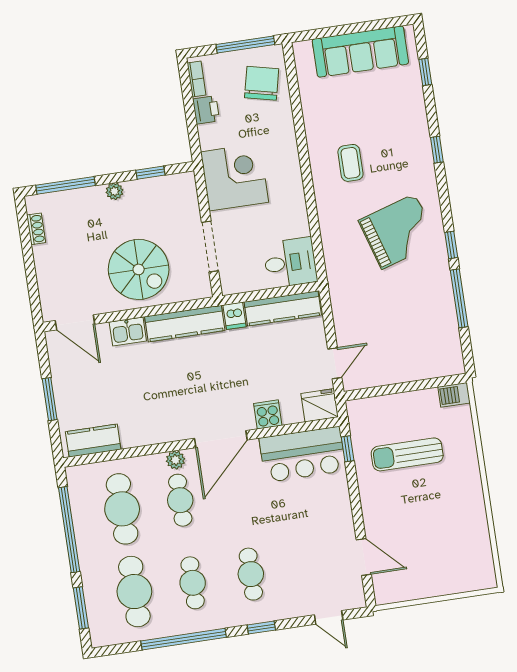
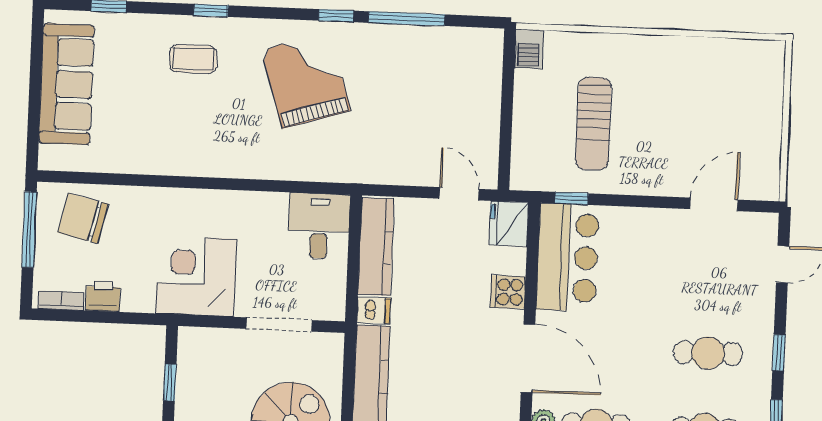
coffee table: (350, 163) -> (193, 59), moved

